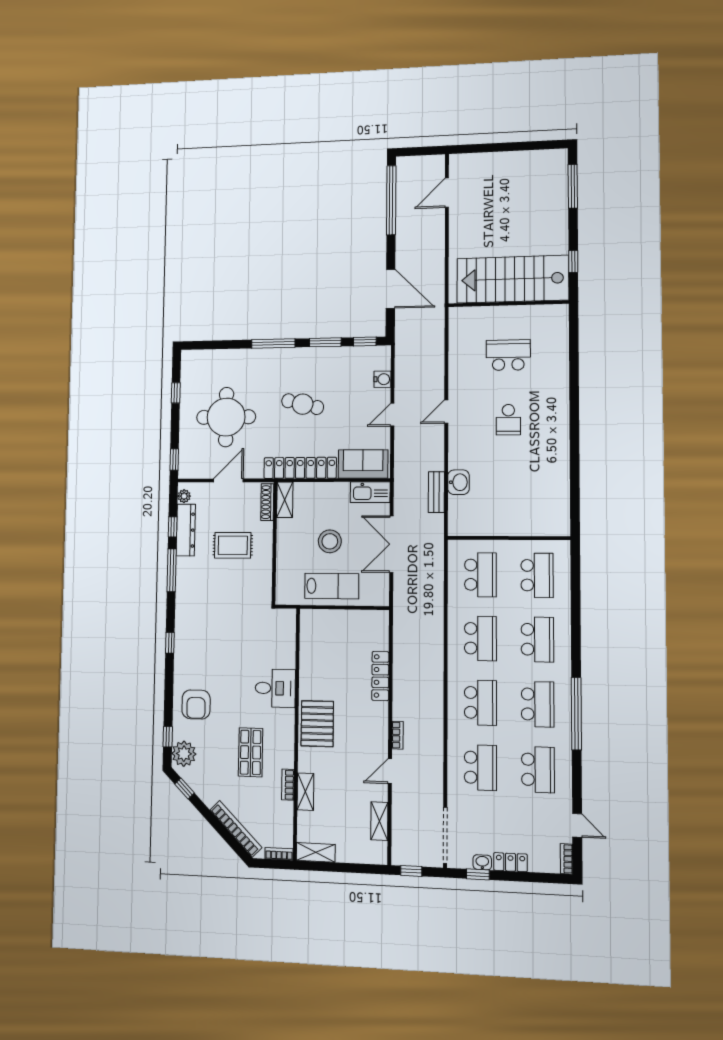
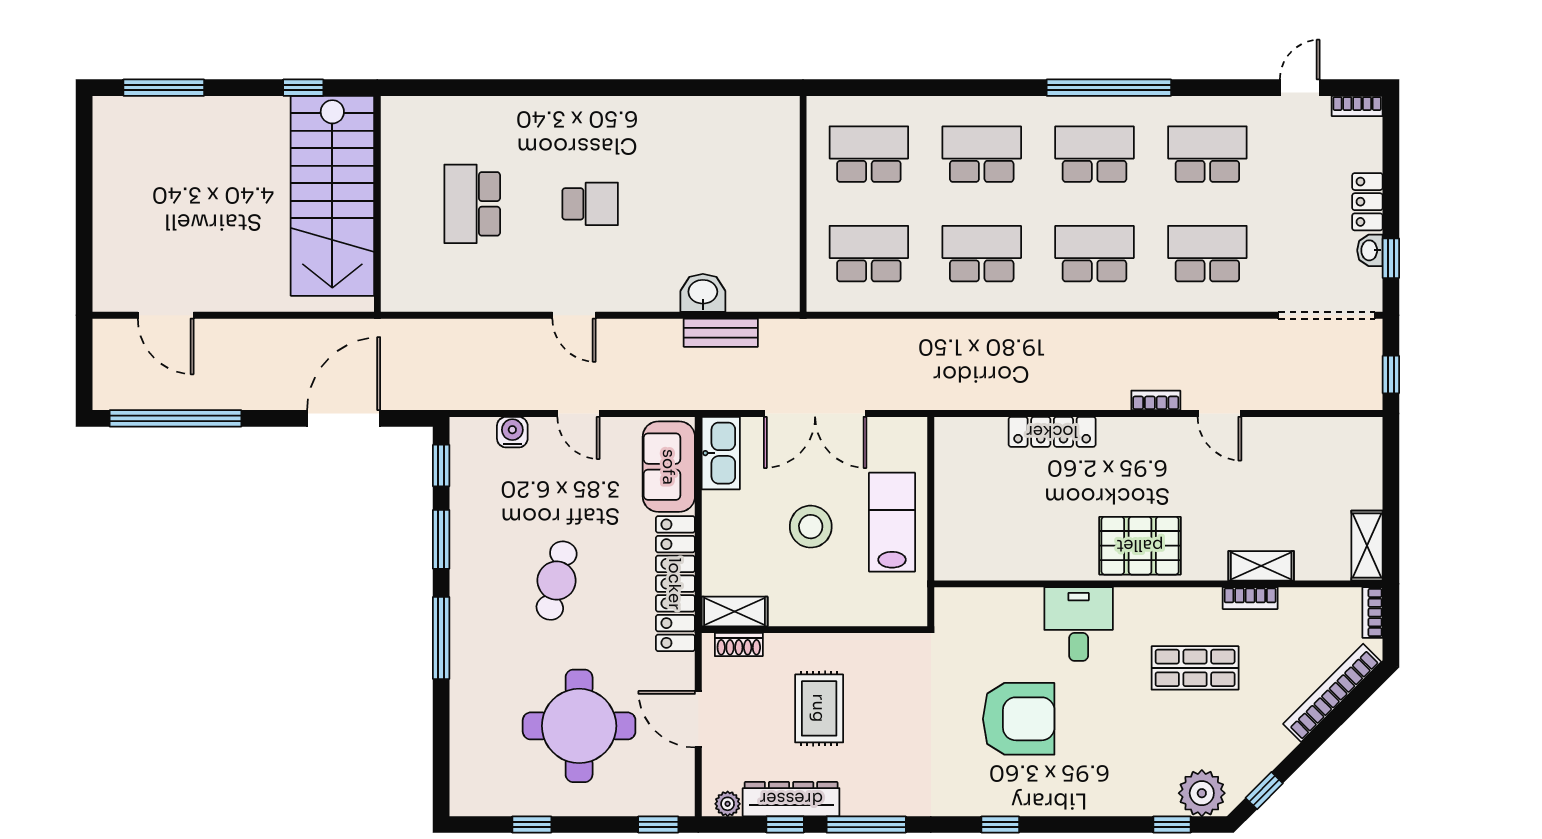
shoe rack: (267, 502) -> (739, 645), width x0.70
armchair: (196, 704) -> (1019, 719), moved, width x1.36, depth x1.36
shelving: (379, 821) -> (1307, 432), removed

